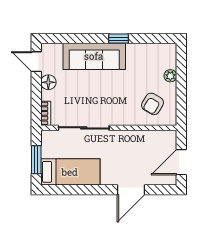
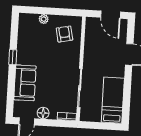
sofa: (94, 56) -> (25, 83), width x0.73
armchair: (153, 104) -> (64, 34), turned -133
window: (36, 160) -> (102, 126), removed

